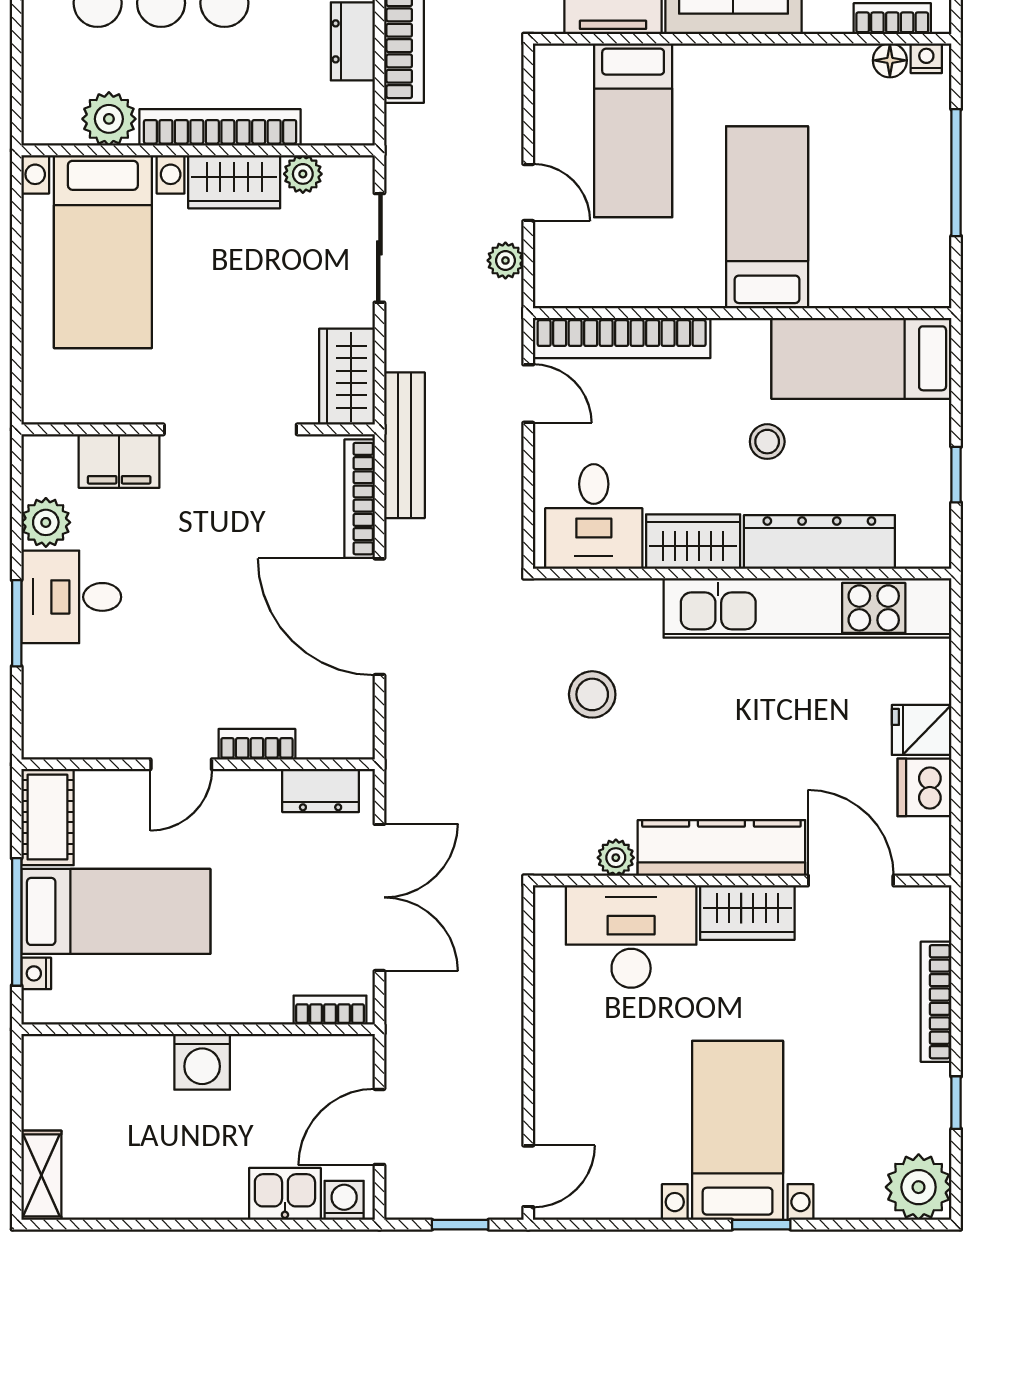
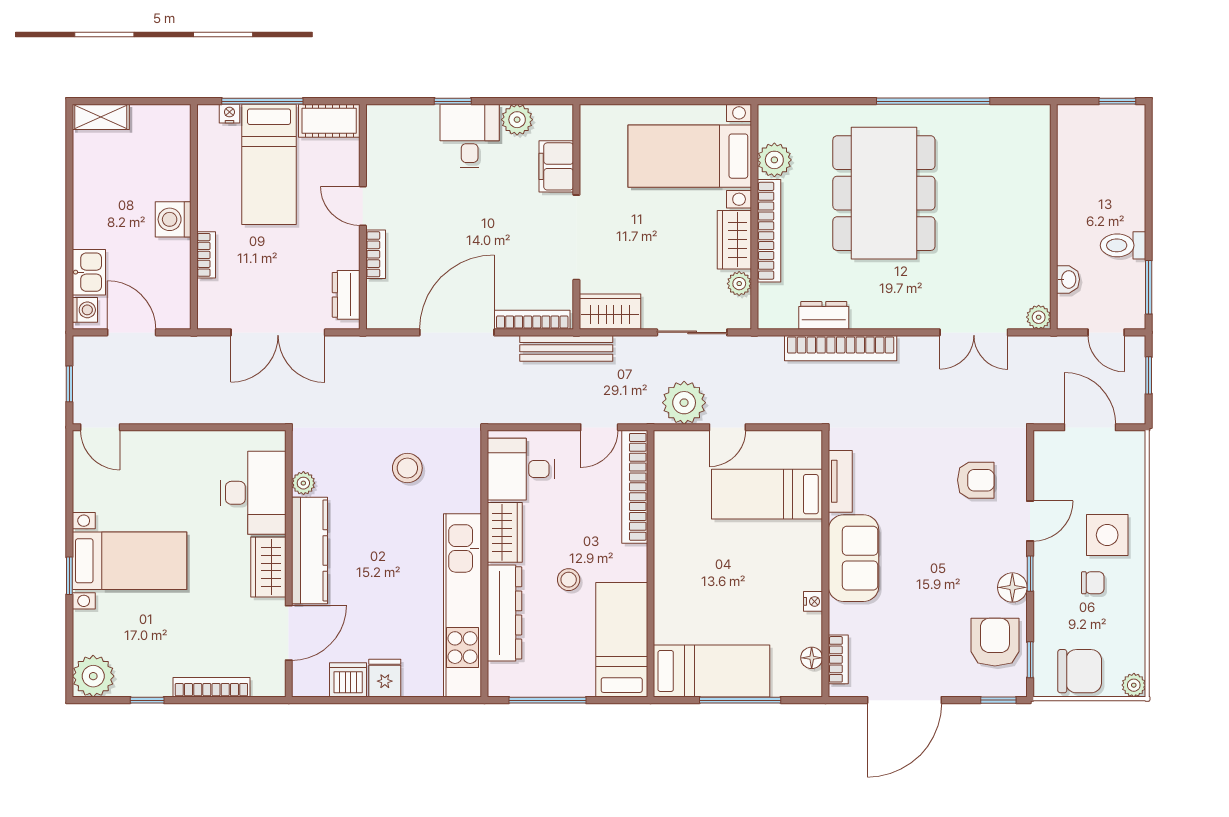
nightstand: (926, 58) -> (813, 601), moved
bed: (767, 217) -> (712, 671), moved
plant: (505, 260) -> (684, 403), width x1.88, depth x1.88
window: (956, 475) -> (548, 700), width x2.17
window: (17, 623) -> (453, 101), width x0.67
bookcase: (330, 1010) -> (206, 255), moved

